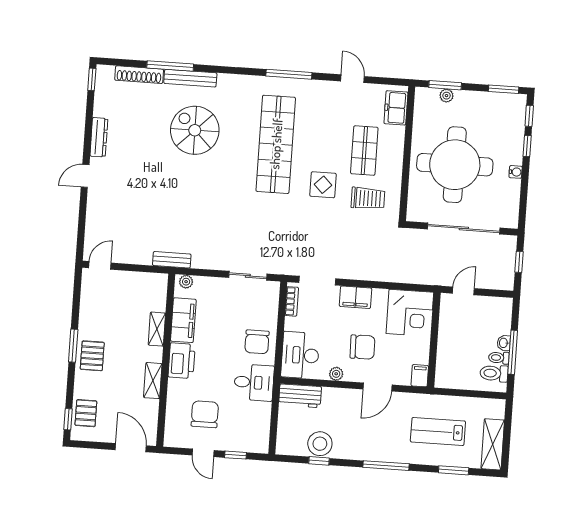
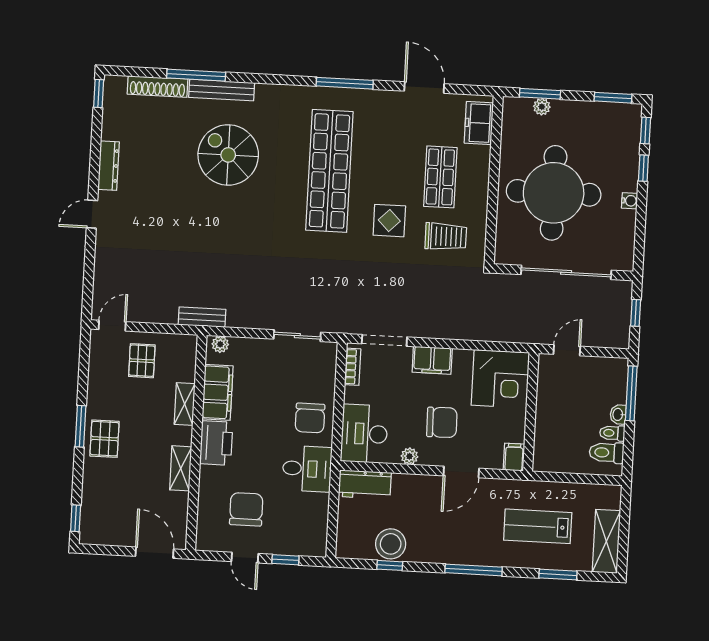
door: (353, 79) -> (424, 87), width x1.38
window: (513, 352) -> (631, 393), moved
pallet: (86, 413) -> (142, 361), moved

